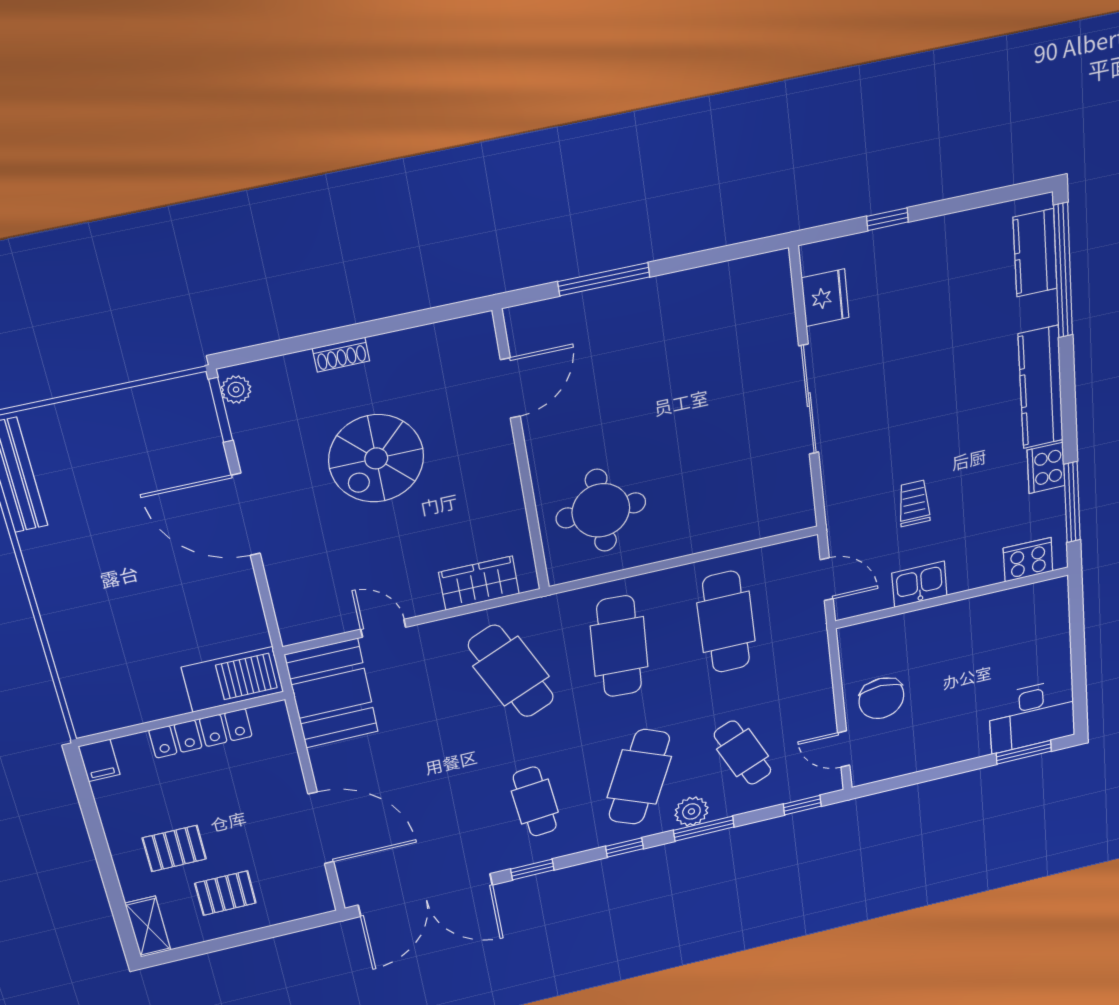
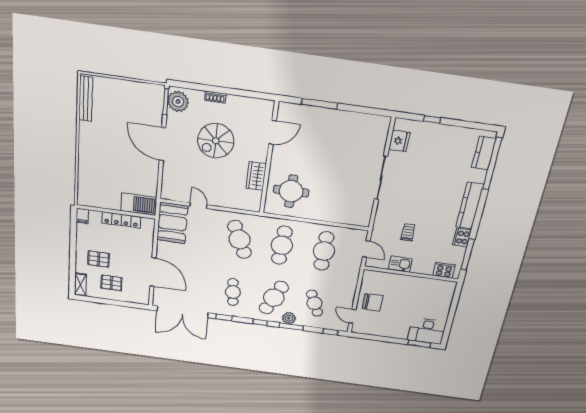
plant: (236, 390) -> (178, 102), width x1.88, depth x1.88
wardrobe: (479, 583) -> (256, 176), moved, turned -90
chair: (881, 698) -> (372, 302), turned -90

